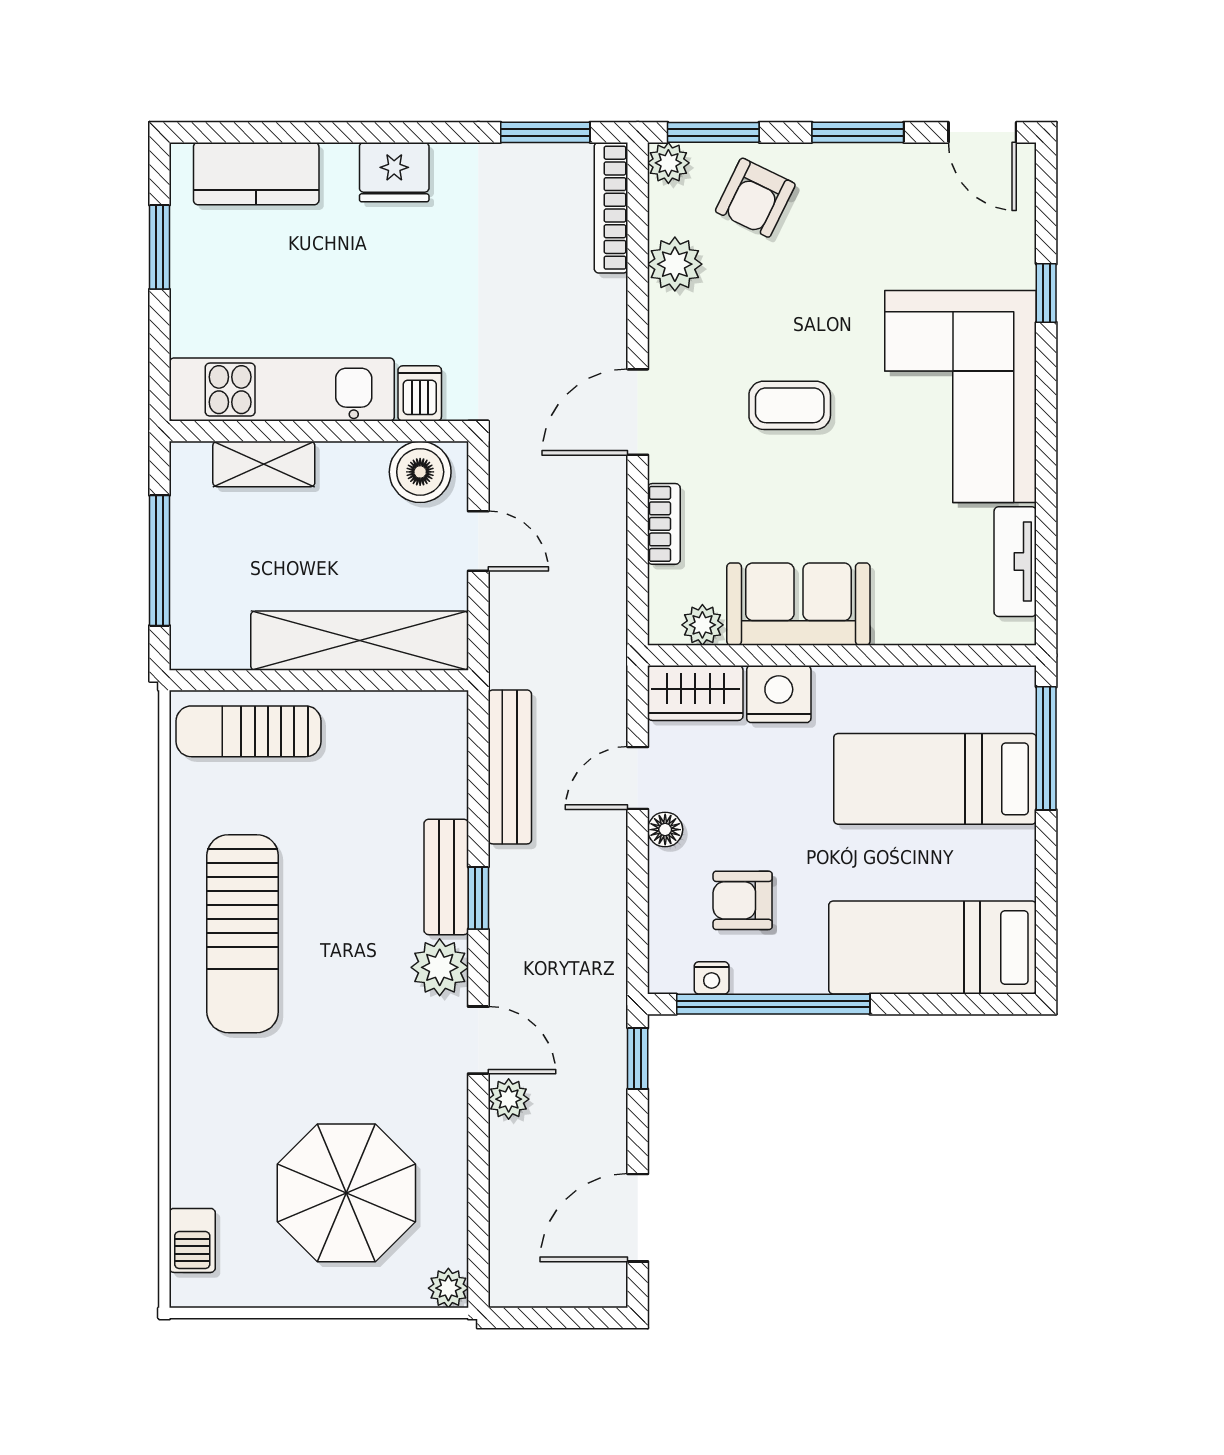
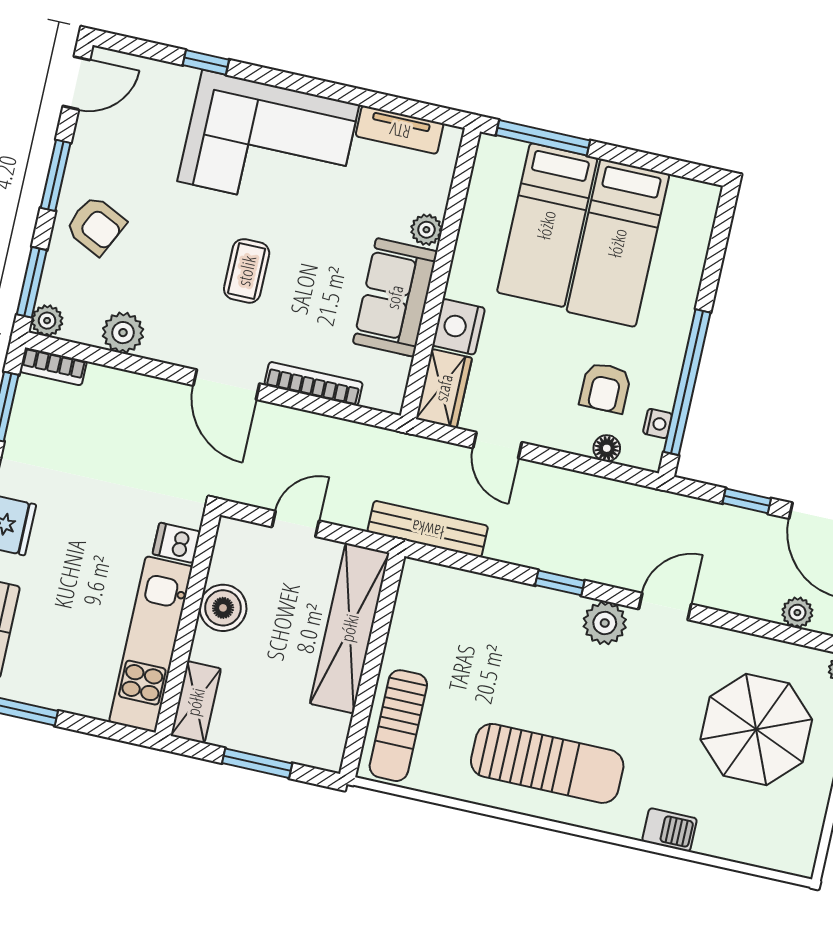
armchair: (755, 198) -> (96, 225), moved
bookcase: (611, 208) -> (53, 367), width x0.64
shelving: (264, 464) -> (196, 702), moved
boiler: (420, 472) -> (223, 608), moved
bookcase: (664, 524) -> (314, 384), width x1.56
window: (159, 560) -> (257, 763), width x0.69
plant: (702, 625) -> (426, 230), moved
bench: (510, 767) -> (428, 529), moved
floor lamp: (665, 830) -> (607, 448), moved
bench: (446, 877) -> (539, 603), removed
bed: (933, 947) -> (618, 243), moved
window: (638, 1058) -> (747, 501), moved
plant: (509, 1099) -> (797, 613), moved
barbecue: (192, 1240) -> (670, 830), moved

